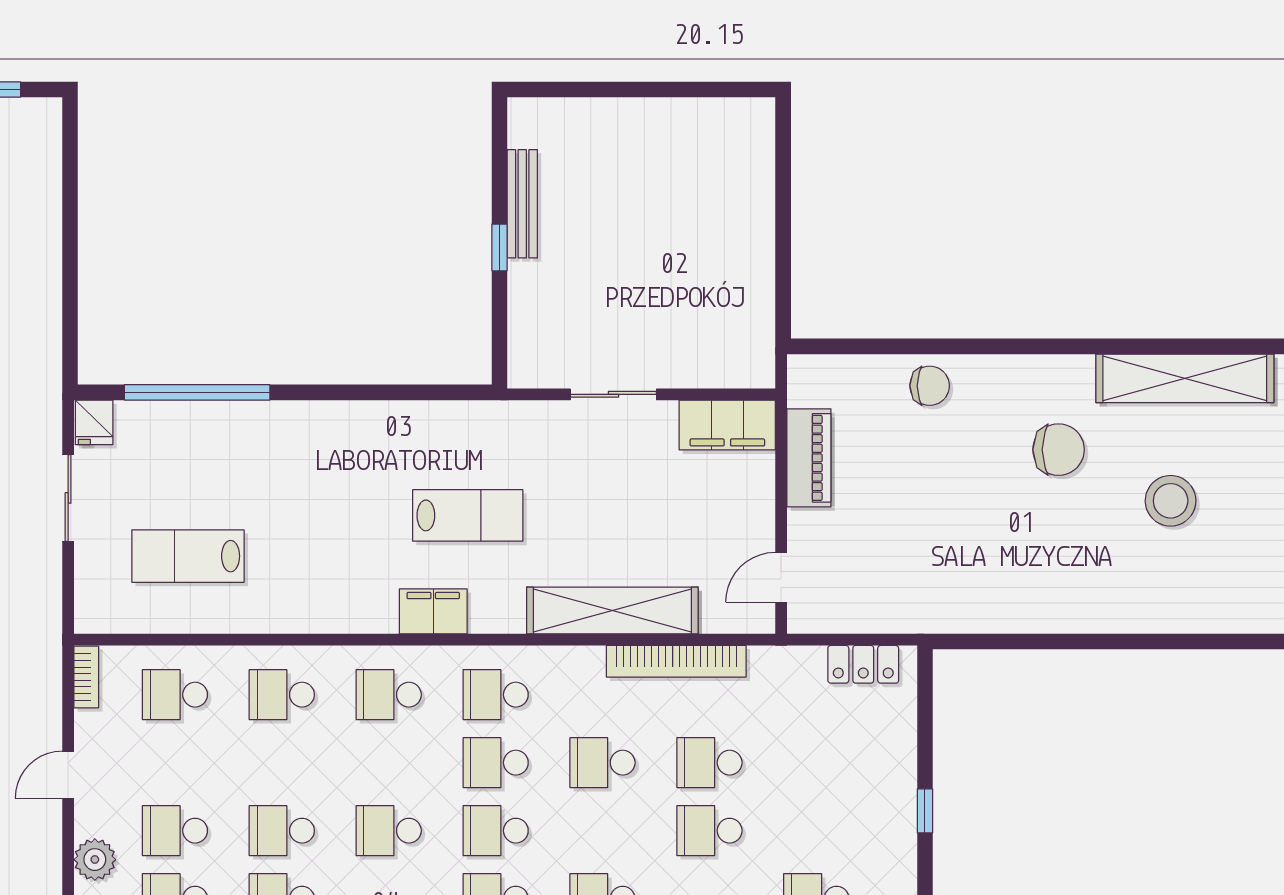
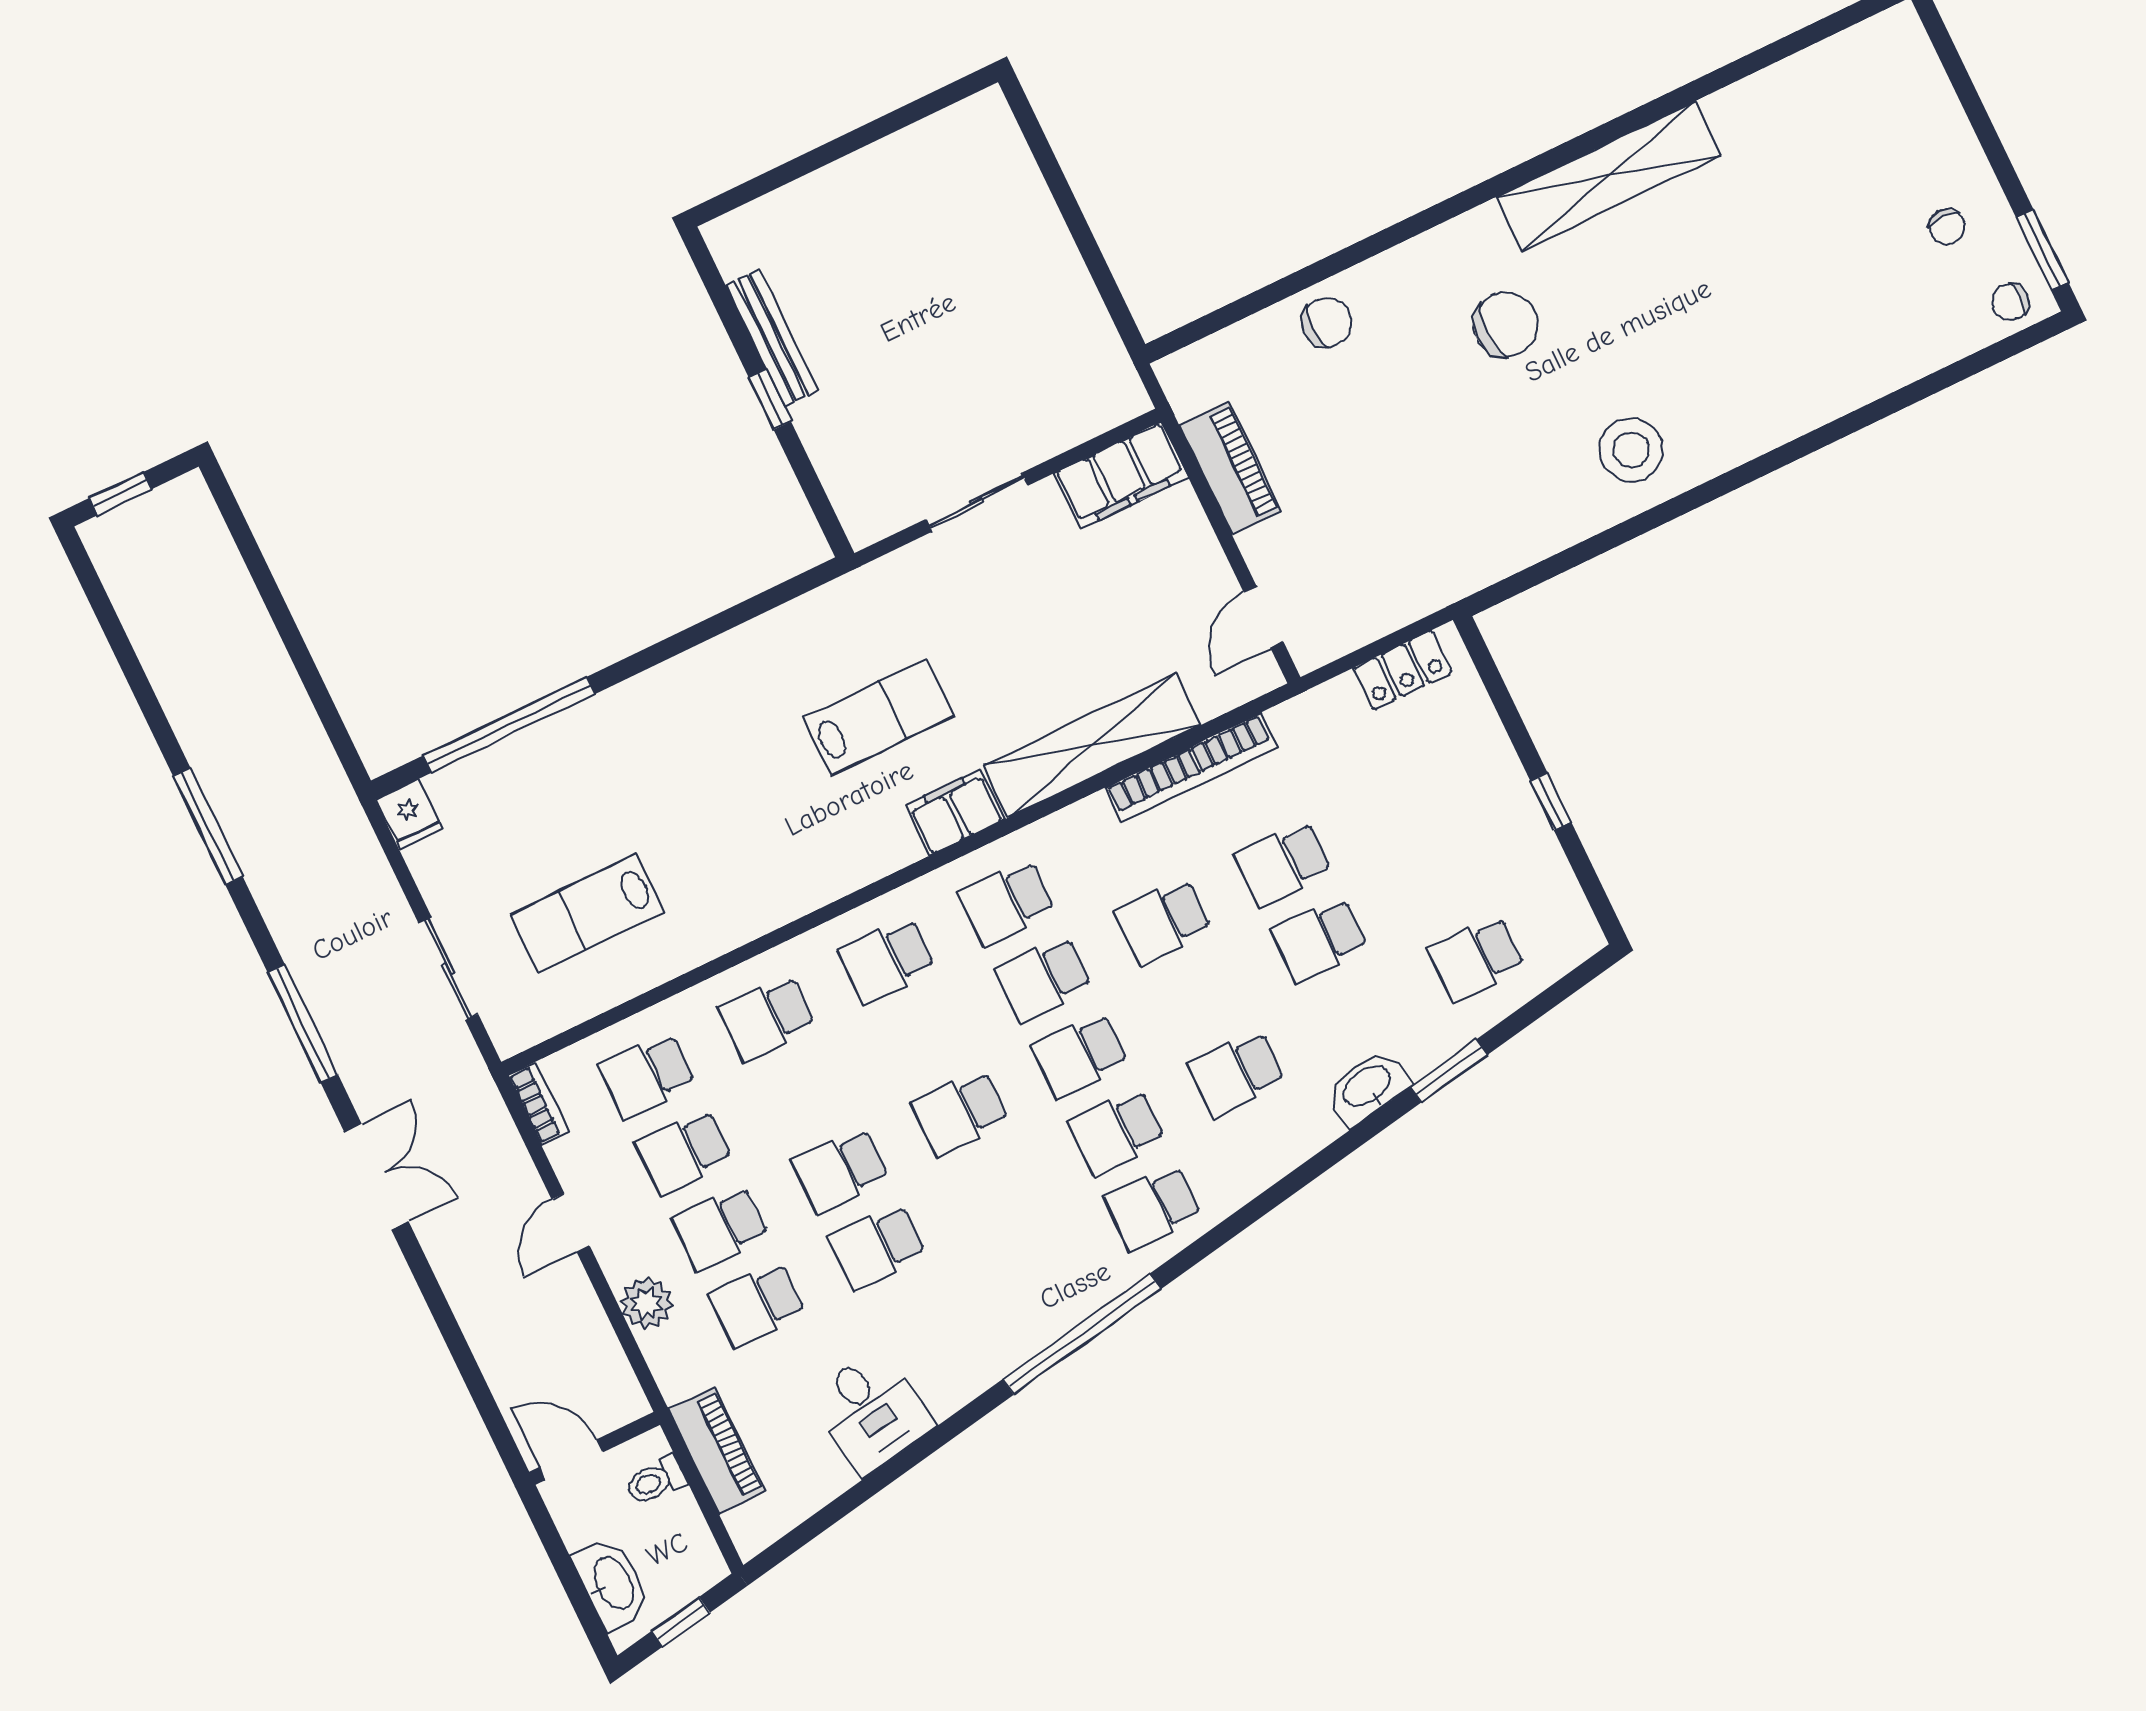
sliding door: (68, 498) -> (448, 968), moved
stool: (1171, 501) -> (1631, 450), moved
filing cabinet: (433, 611) -> (955, 812), moved
school desk: (175, 763) -> (684, 1152), added

